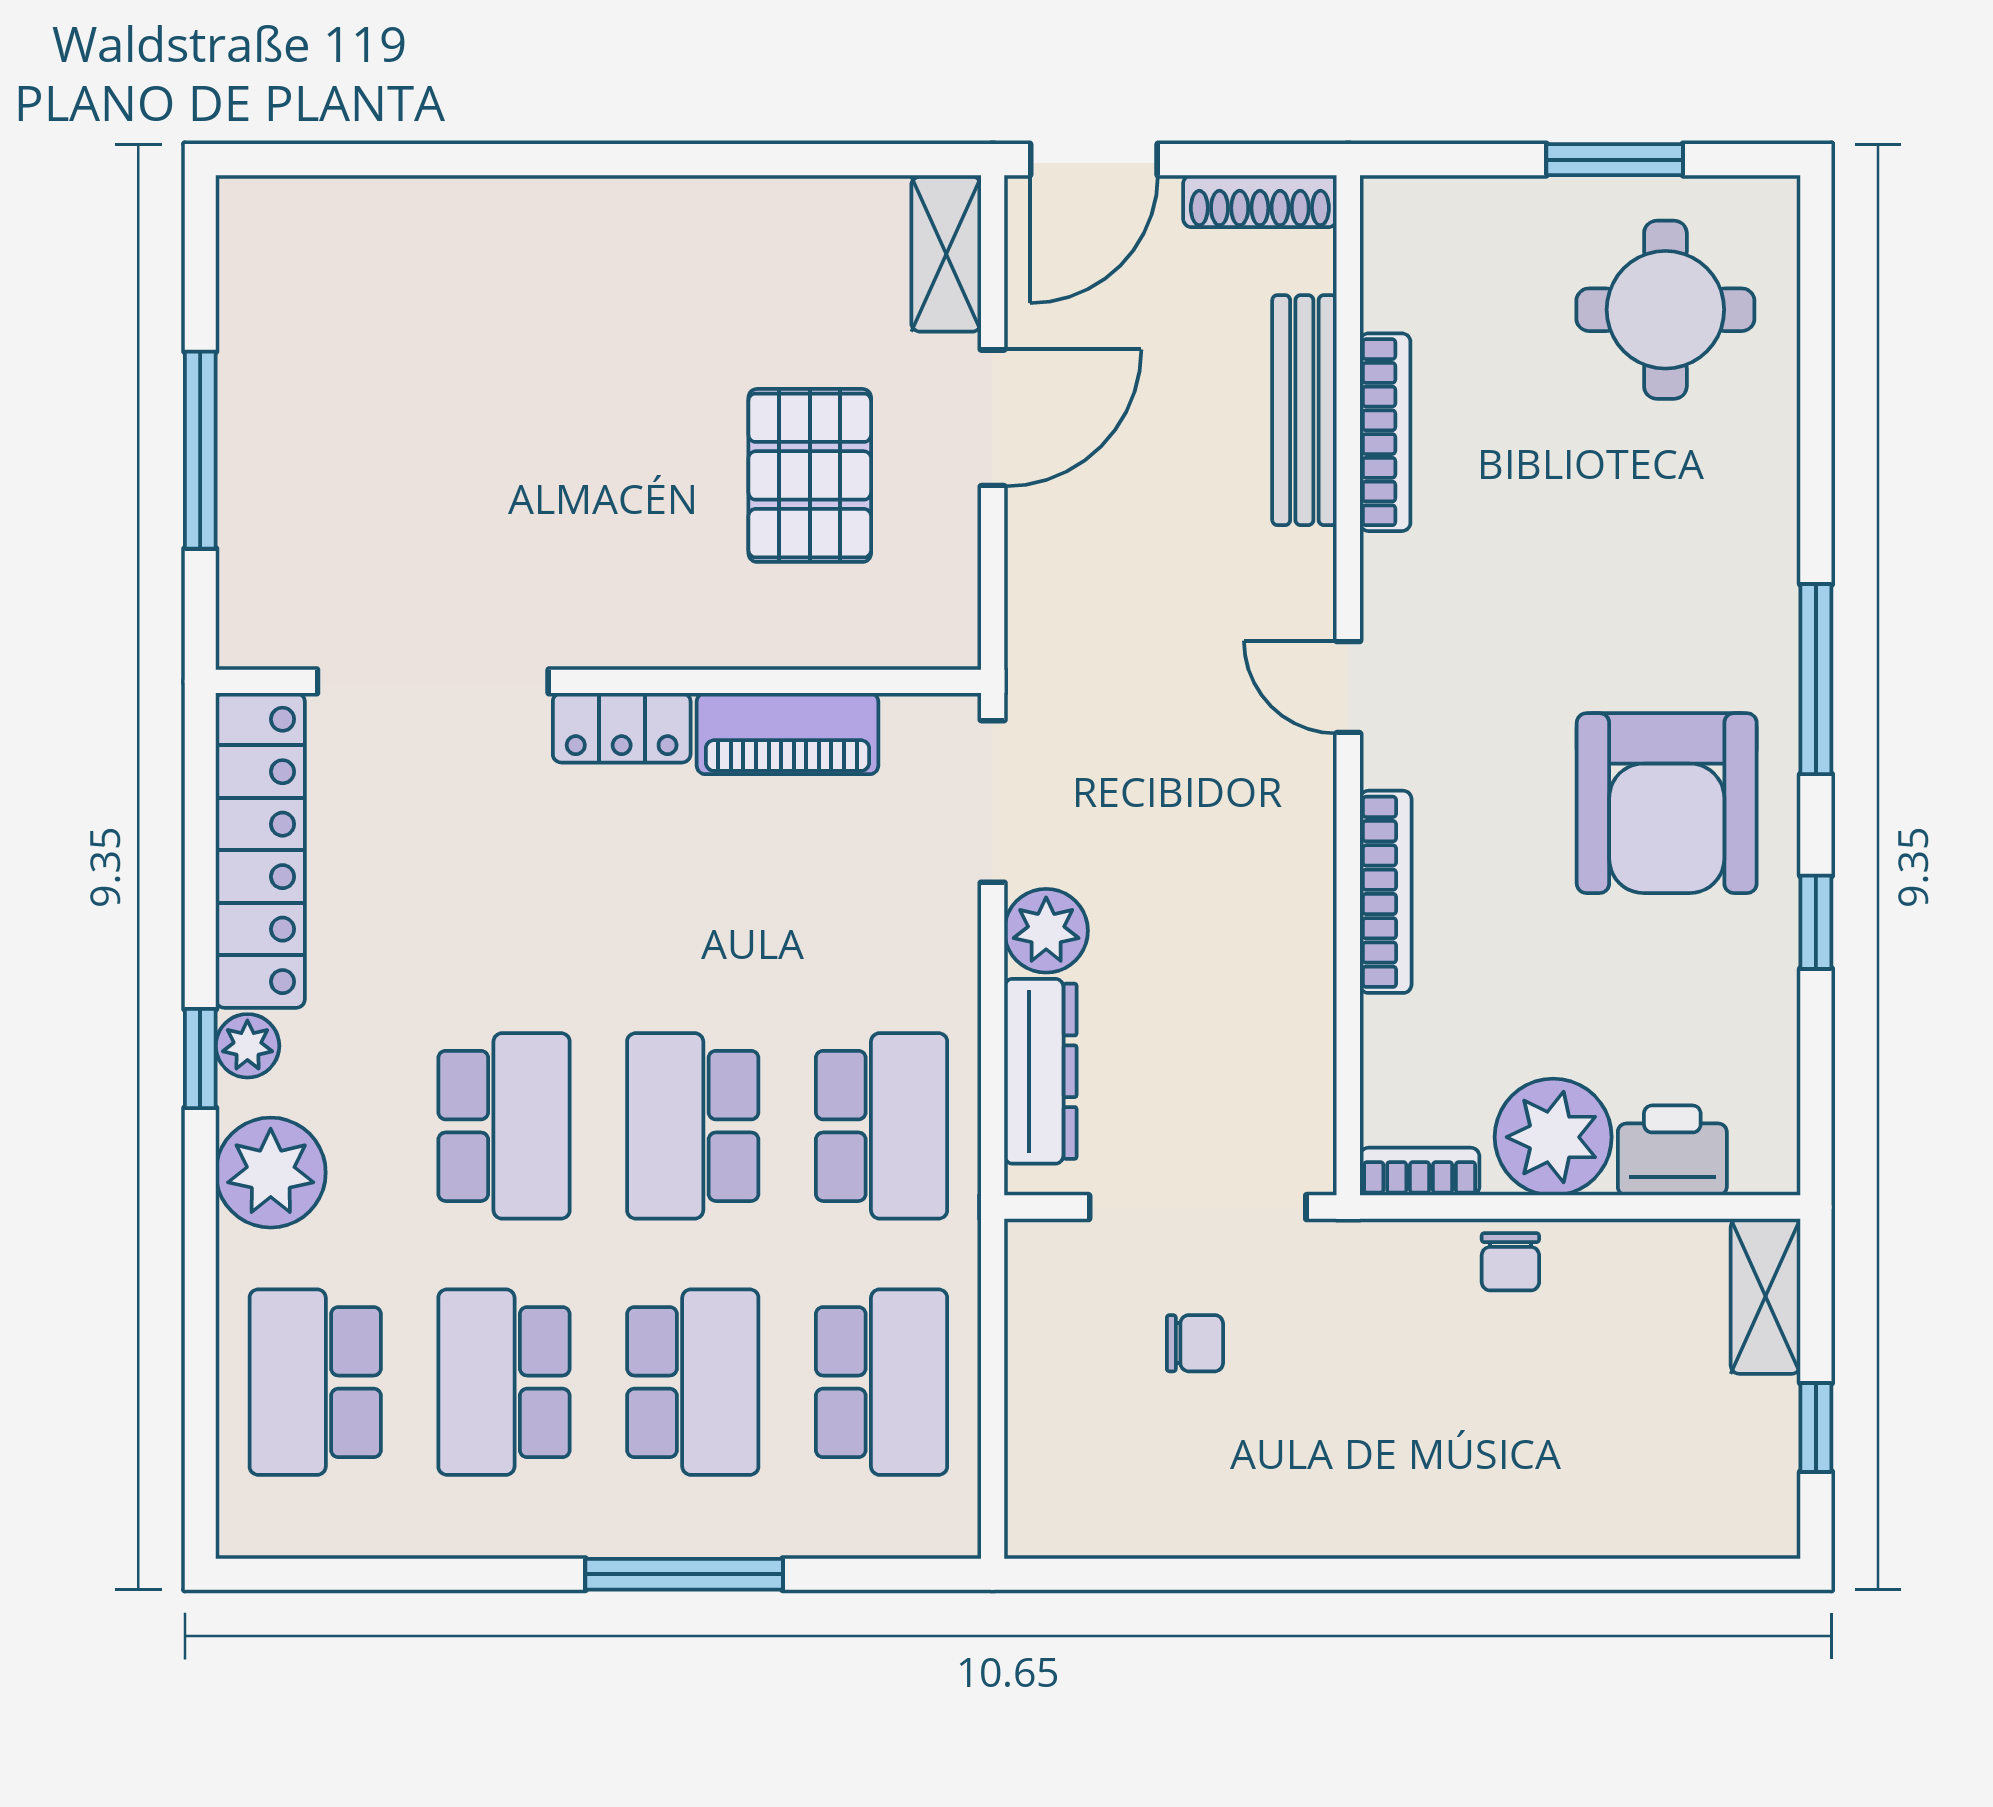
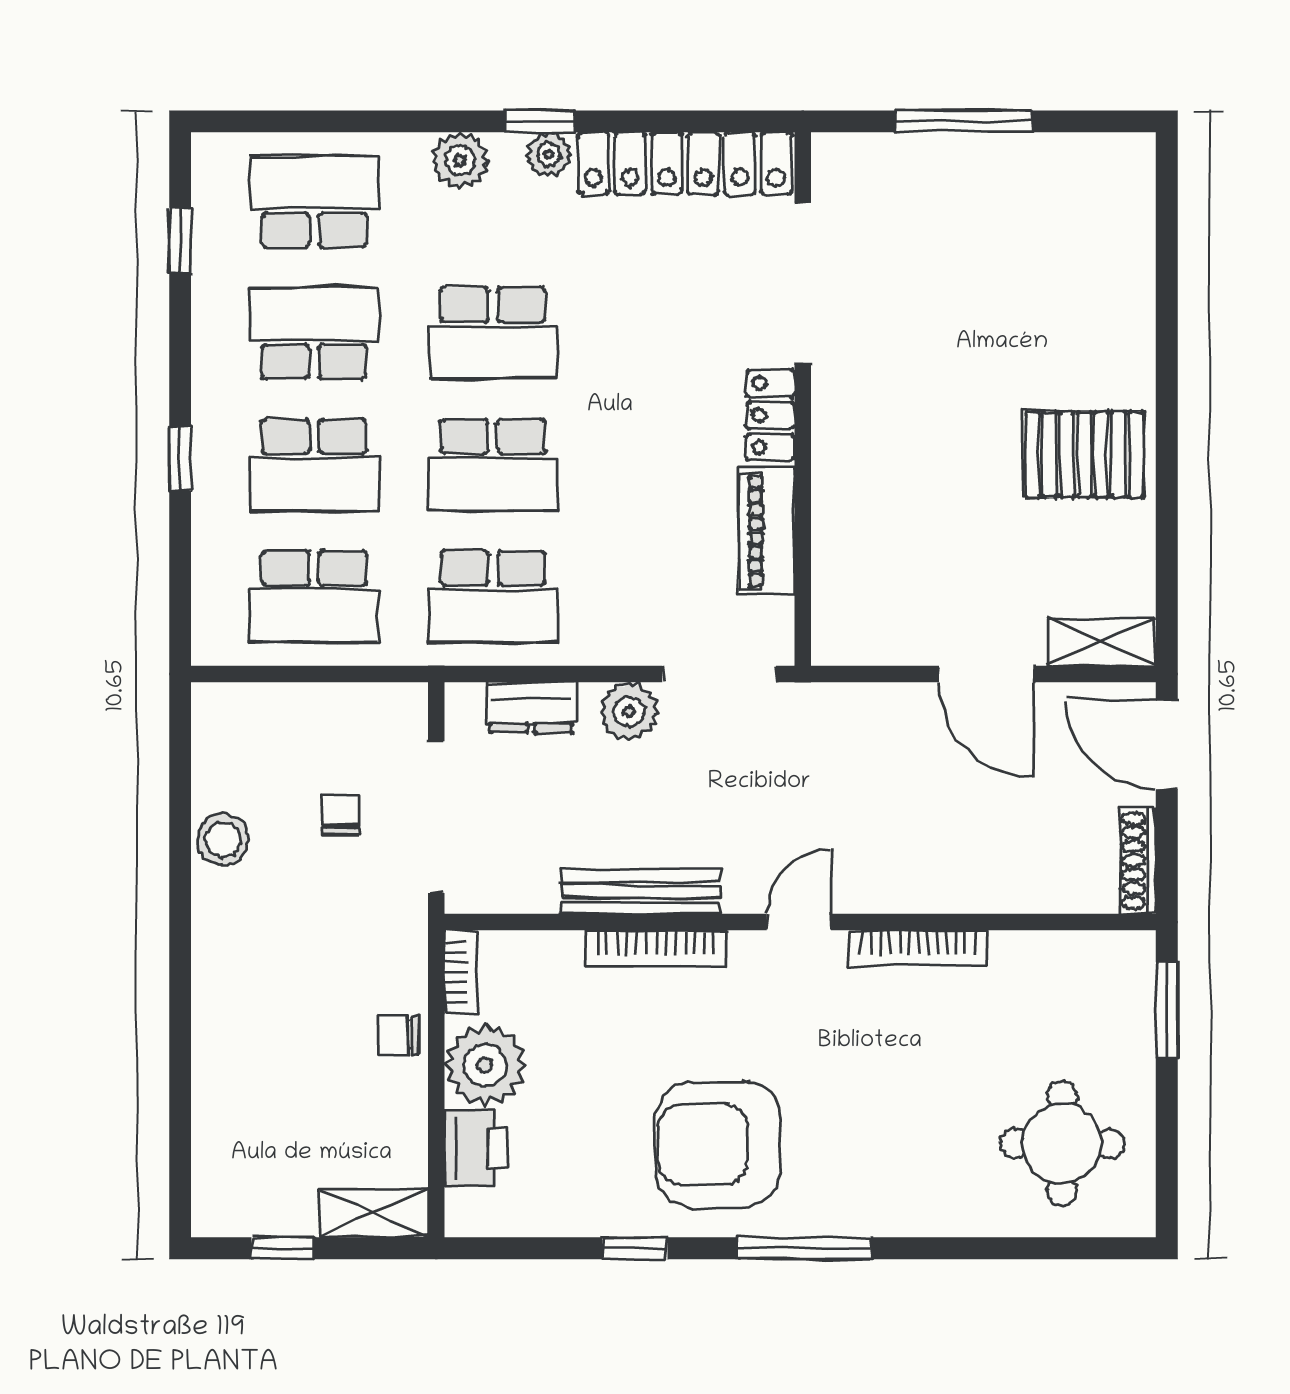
window: (1615, 160) -> (1167, 1010), moved
bench: (1304, 410) -> (640, 892), moved
bookcase: (1385, 432) -> (918, 948), moved
pallet: (810, 475) -> (1084, 455), moved
dresser: (1040, 1071) -> (531, 707), width x0.70
school desk: (693, 1126) -> (493, 465), turned 180
plant: (271, 1173) -> (460, 160), width x0.73, depth x0.73
chair: (1195, 1343) -> (341, 815), turned 180
stool: (1230, 1513) -> (223, 840), added
window: (371, 1574) -> (180, 241), added
window: (684, 1574) -> (180, 459), width x0.46

